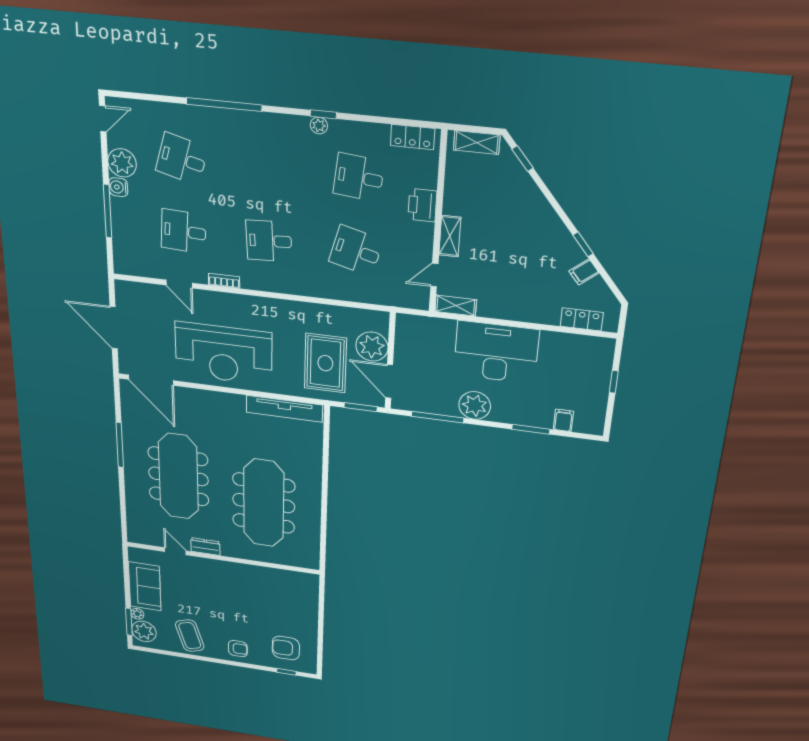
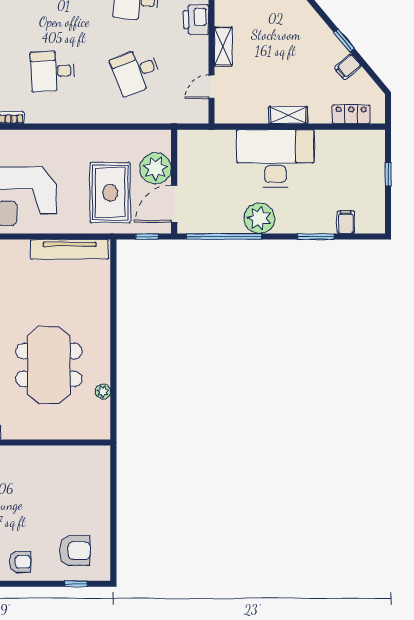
desk: (356, 251) -> (136, 71), turned -36
shelving: (456, 306) -> (288, 115), moved
door: (389, 381) -> (174, 204), hinge flipped
window: (361, 407) -> (147, 236), width x0.67
window: (438, 417) -> (224, 236), width x1.46
meeting table: (264, 503) -> (49, 365), width x0.73
plant: (314, 532) -> (103, 392), added
armchair: (286, 648) -> (75, 550), turned 180

